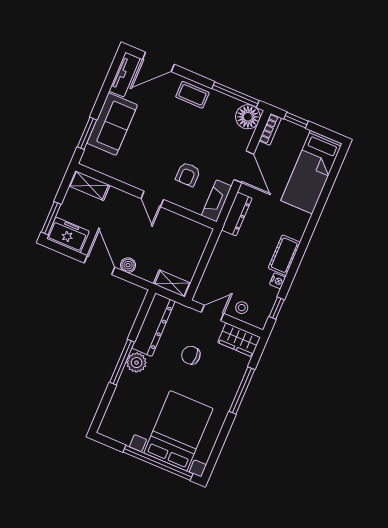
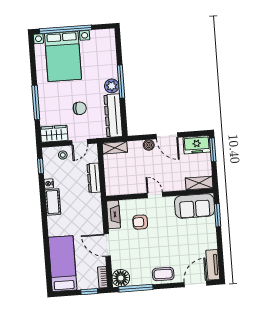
sofa: (112, 124) -> (195, 206), moved, turned -90
armchair: (188, 174) -> (140, 222), turned -90
dresser: (237, 214) -> (94, 178), moved

